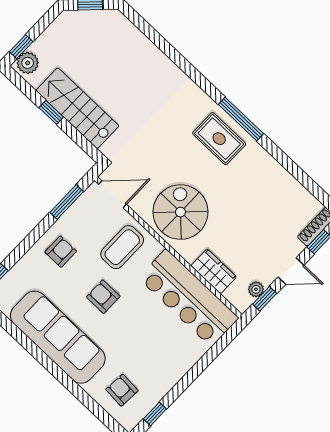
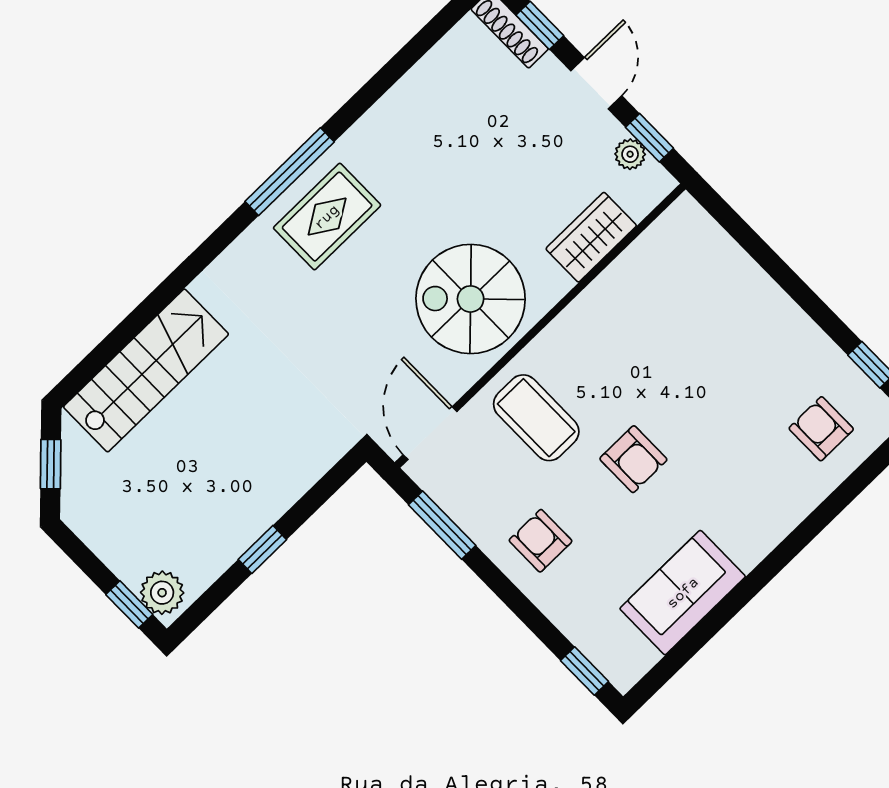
stairs: (77, 108) -> (146, 370), moved, turned 180
armchair: (103, 297) -> (633, 459), turned -90
bar counter: (188, 298) -> (642, 289), removed
sofa: (58, 337) -> (683, 593), width x0.54, depth x0.79
armchair: (122, 390) -> (821, 429), turned 86

